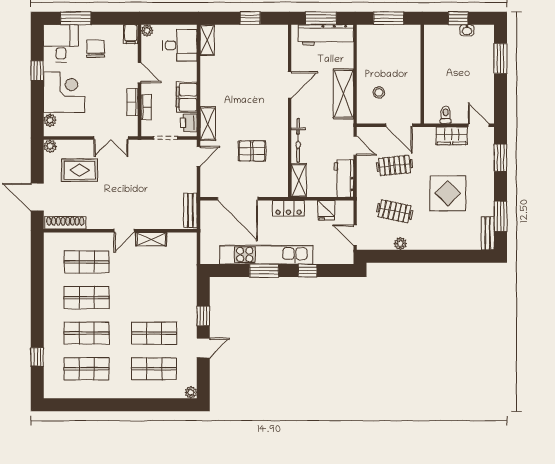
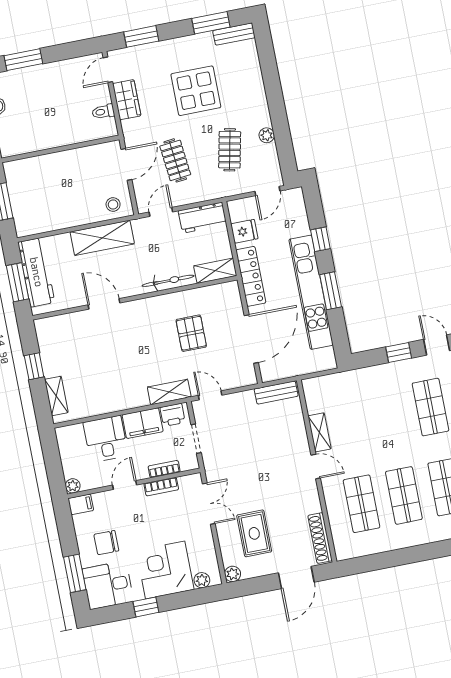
shelving: (207, 40) -> (56, 396), moved, turned 90
desk: (180, 45) -> (106, 439), moved
stool: (379, 92) -> (113, 204), moved
locker: (289, 208) -> (251, 276), width x1.53

